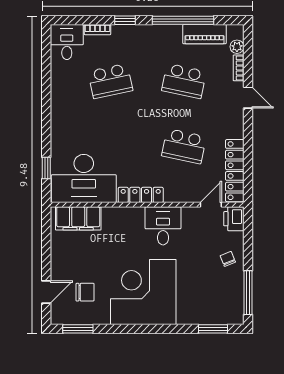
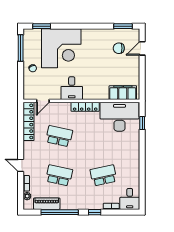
printer: (234, 219) -> (29, 92), removed
corner desk: (143, 292) -> (61, 48), moved

